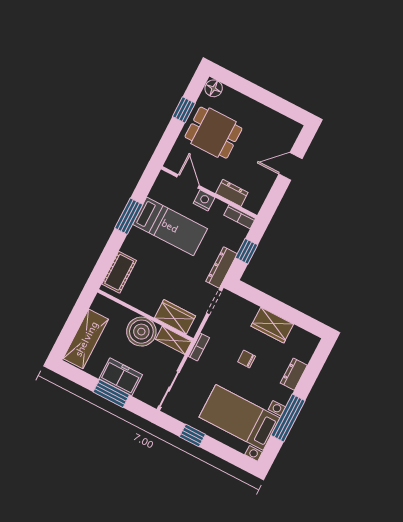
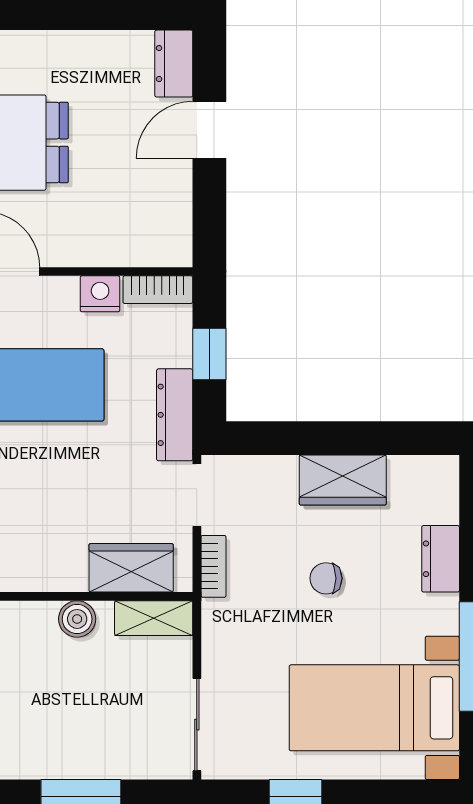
dresser: (232, 193) -> (174, 64), moved, turned -90
nightstand: (204, 200) -> (100, 294), moved
boiler: (141, 332) -> (77, 619), width x0.54, depth x0.54
bookcase: (199, 347) -> (213, 566), moved
freezer: (121, 377) -> (83, 752), removed

